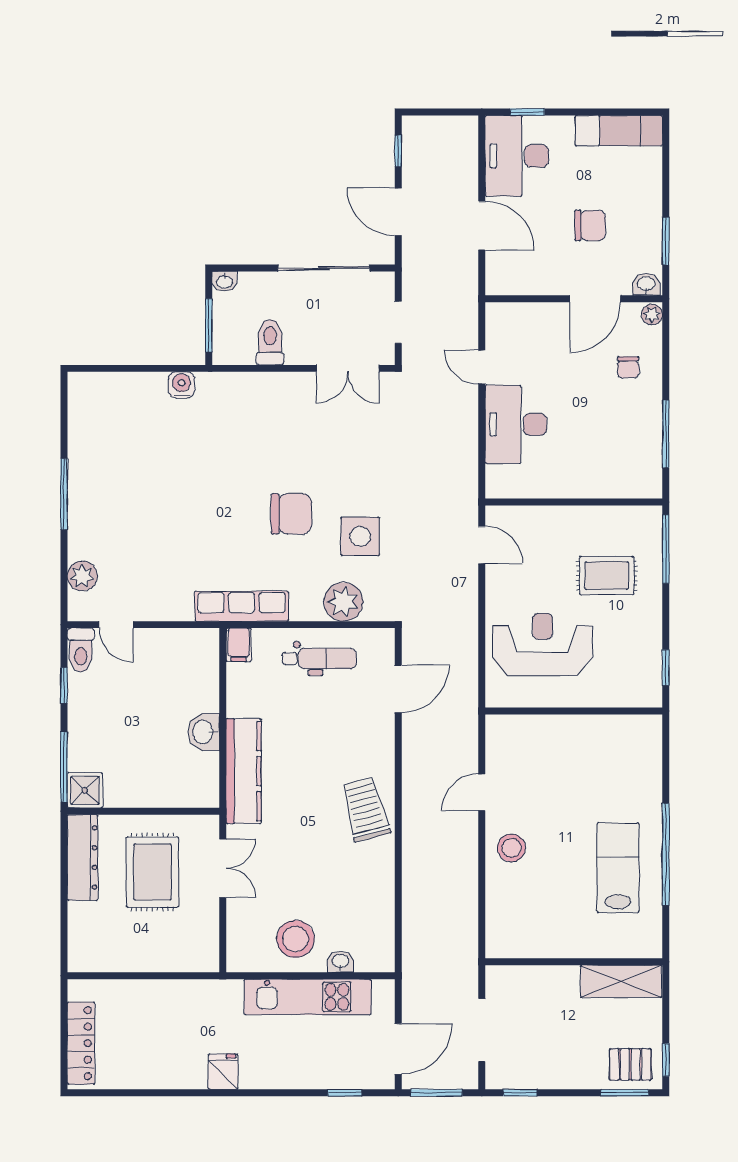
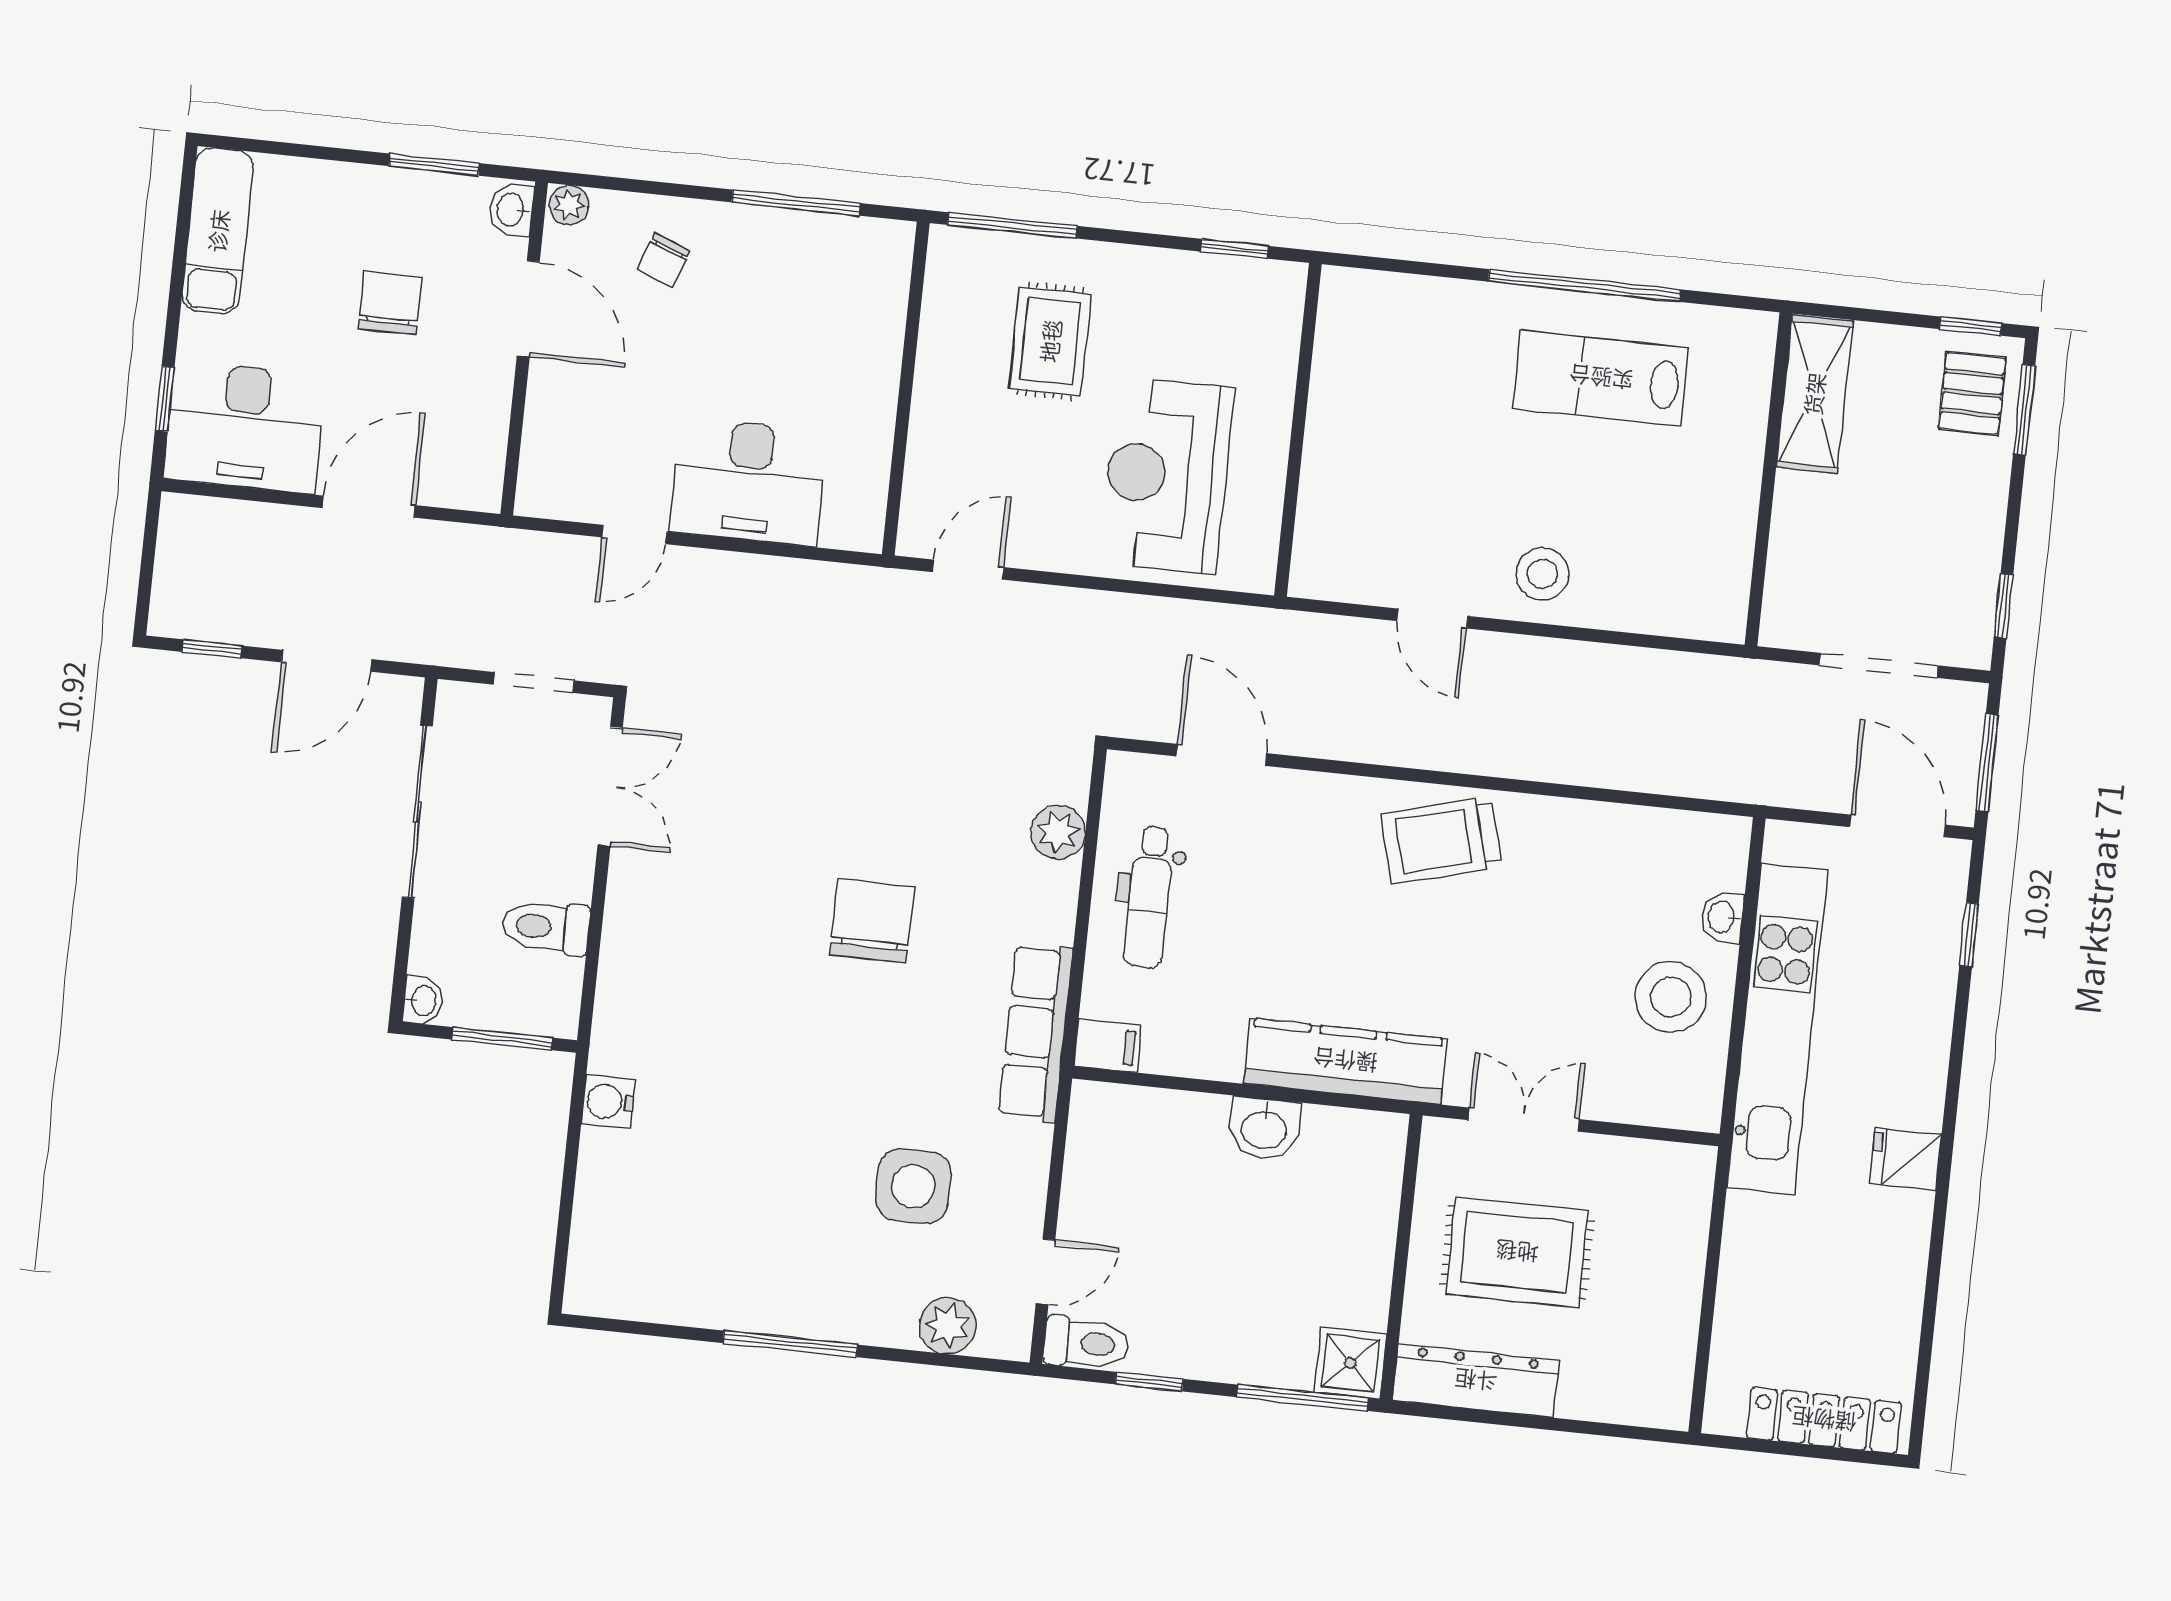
chair: (628, 367) -> (663, 260), turned 111
side table: (360, 536) -> (913, 1186), moved
plant: (343, 602) -> (1058, 832), width x0.73, depth x0.73
dental chair: (319, 658) -> (1149, 897), turned 180
kitchen unit: (308, 997) -> (1777, 1029), width x1.36

